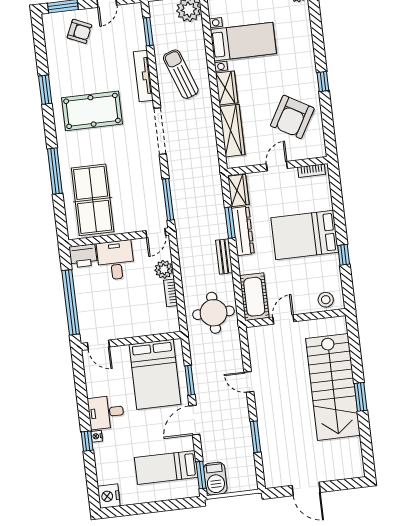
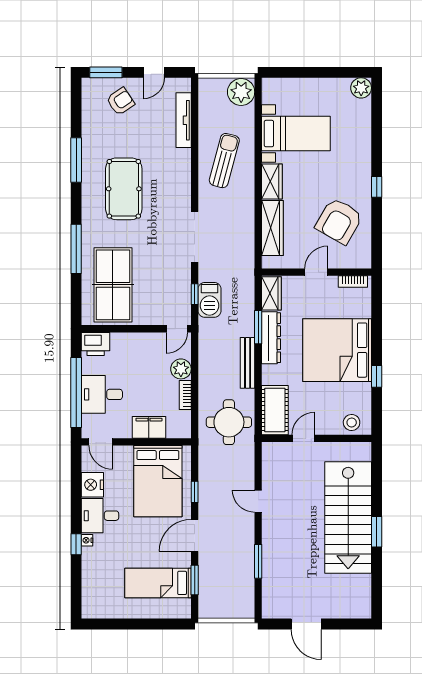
armchair: (79, 31) -> (120, 101), turned -58
window: (148, 32) -> (195, 110), removed
sun lounger: (181, 74) -> (224, 161), turned 35
tv unit: (143, 76) -> (184, 120), moved
window: (45, 90) -> (76, 160), width x1.44
pool table: (92, 111) -> (124, 189), turned 90
doorway: (160, 131) -> (195, 237), moved
window: (168, 199) -> (195, 294), width x0.46
bed: (305, 235) -> (337, 350), width x1.36
bench: (224, 256) -> (248, 363), width x1.36
desk: (116, 260) -> (102, 394), moved, turned -90
filing cabinet: (141, 326) -> (149, 427), added
window: (190, 380) -> (195, 492), width x0.67
window: (201, 475) -> (195, 580), moved
barbecue: (215, 479) -> (210, 300), moved
nightstand: (109, 496) -> (92, 485), moved

